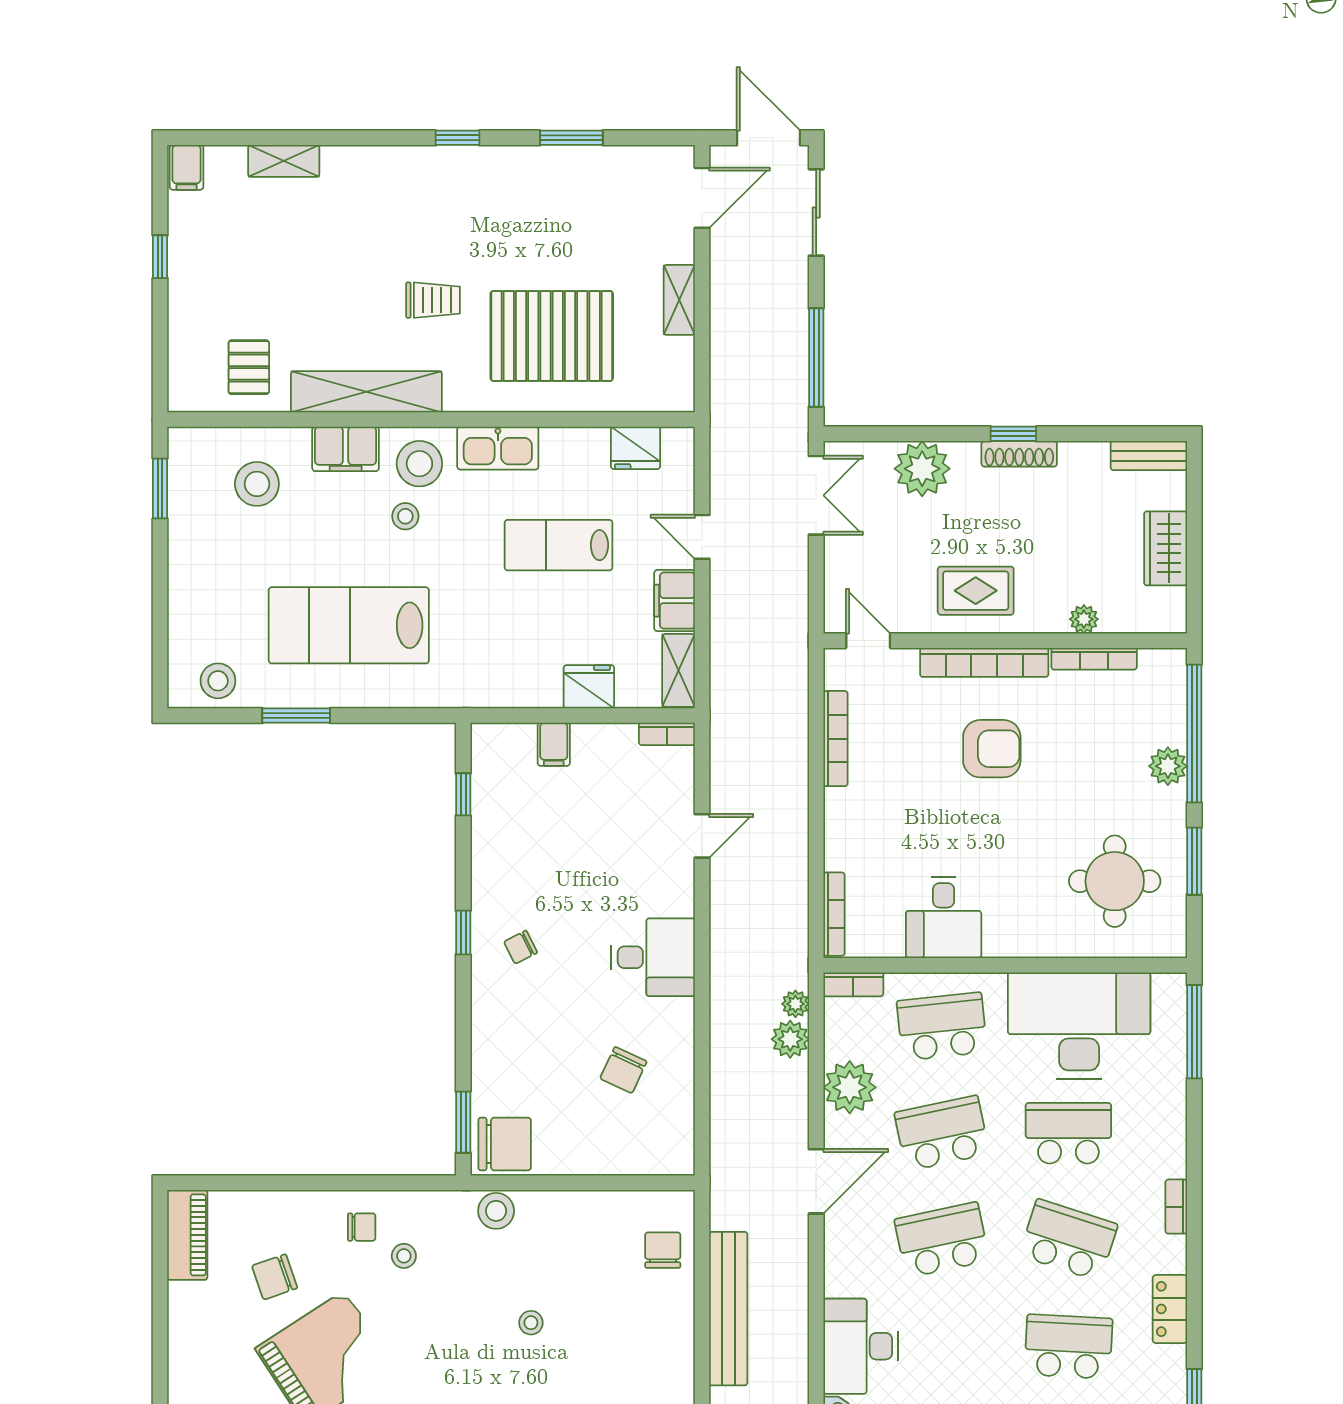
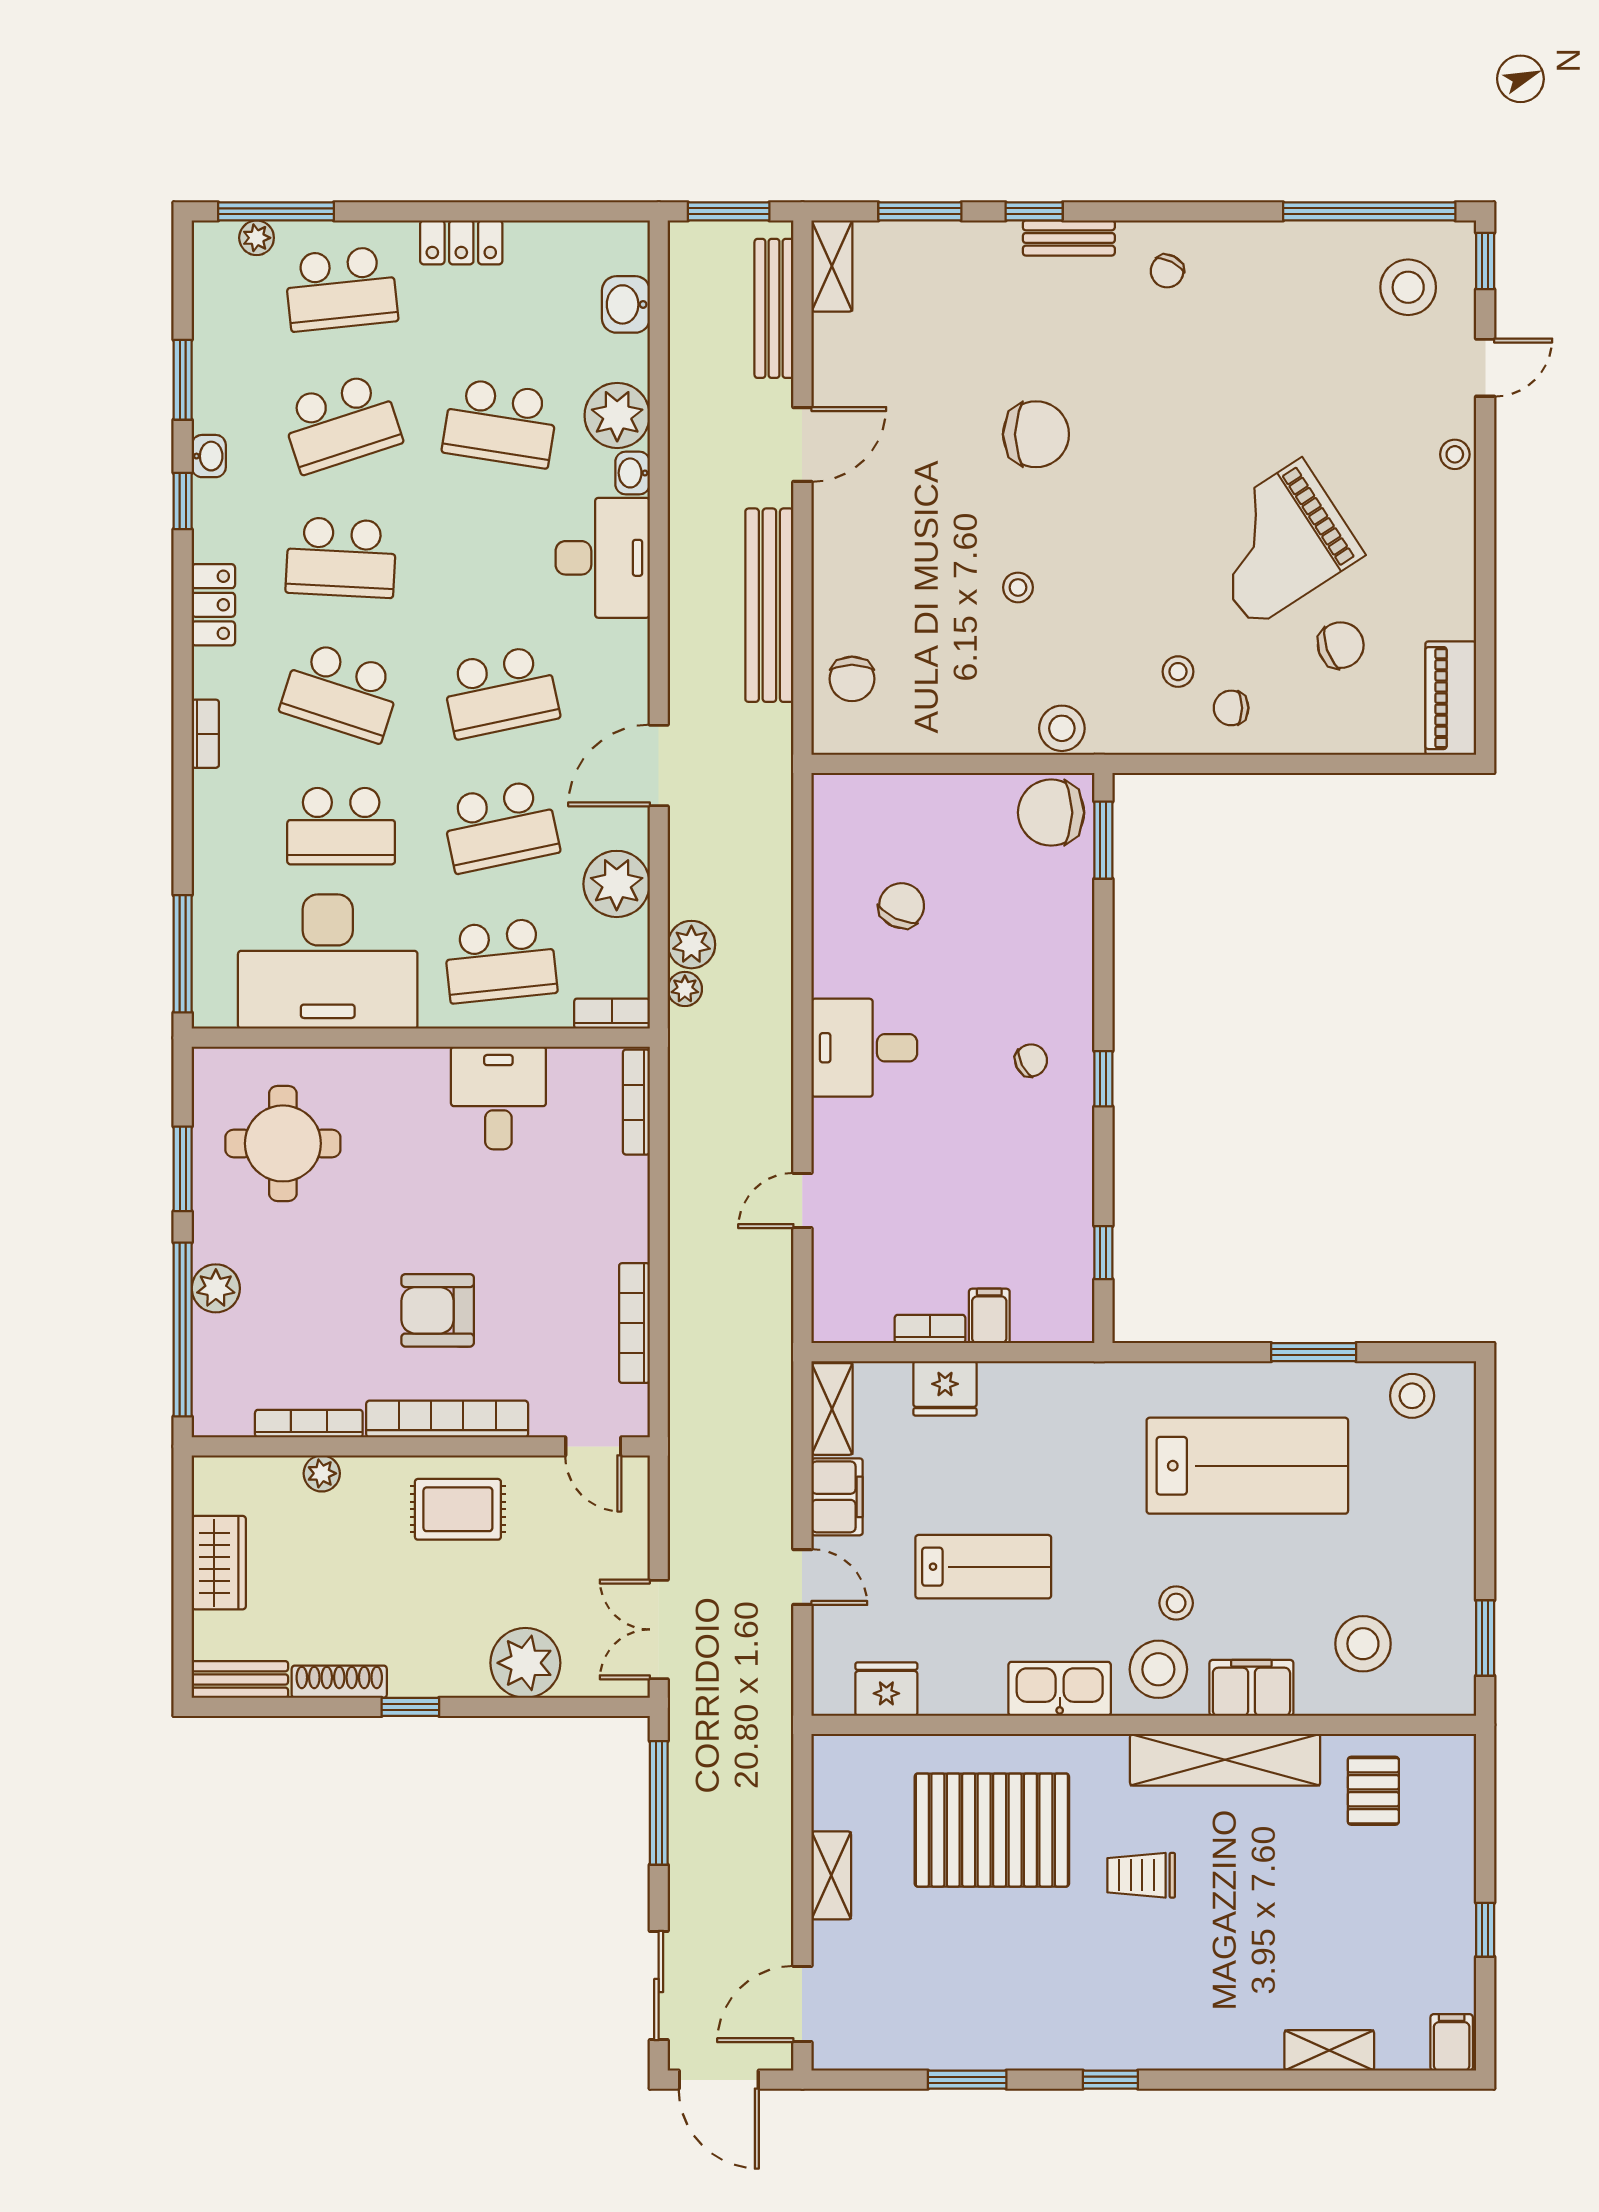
shoe rack: (1019, 454) -> (339, 1682), moved
bookcase: (667, 734) -> (930, 1329), moved

